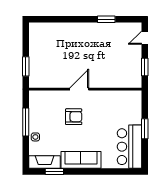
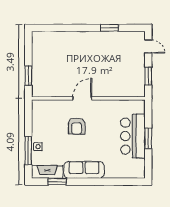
door: (145, 38) -> (148, 46), swing flipped
armchair: (74, 117) -> (77, 126), turned 90
window: (26, 122) -> (28, 151), moved
bar counter: (129, 147) -> (133, 136), moved

